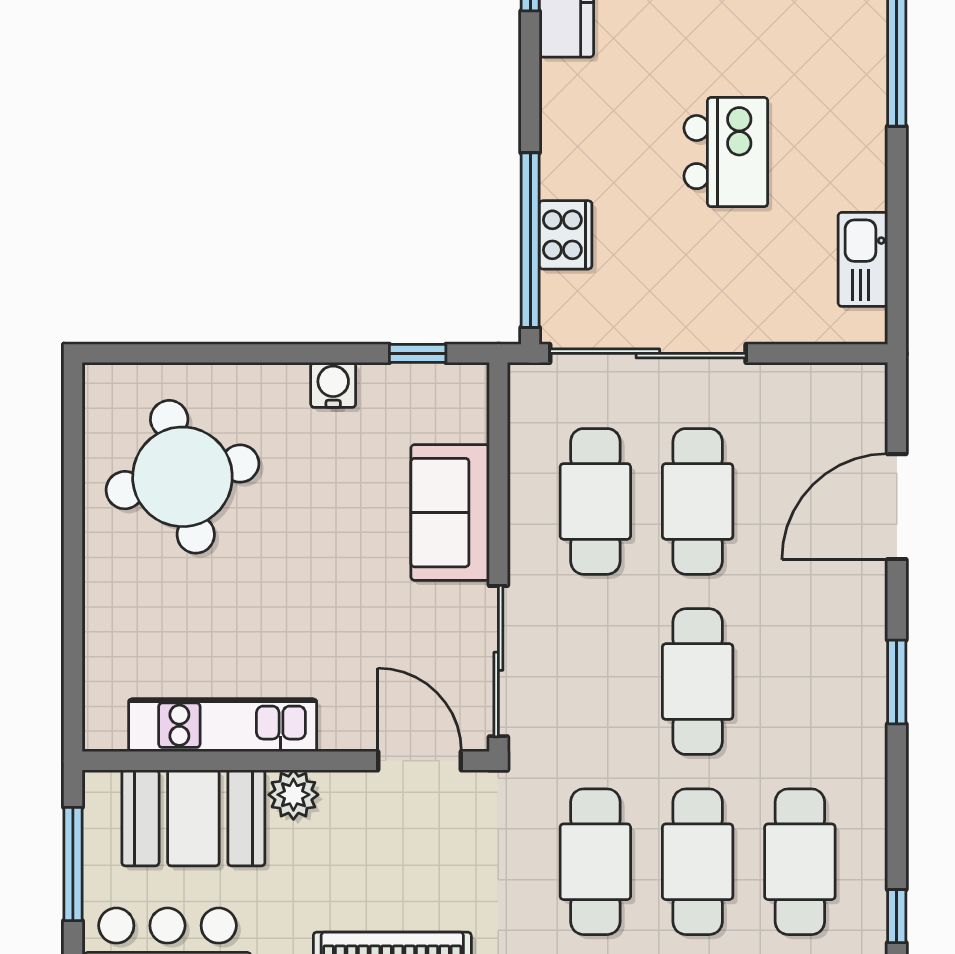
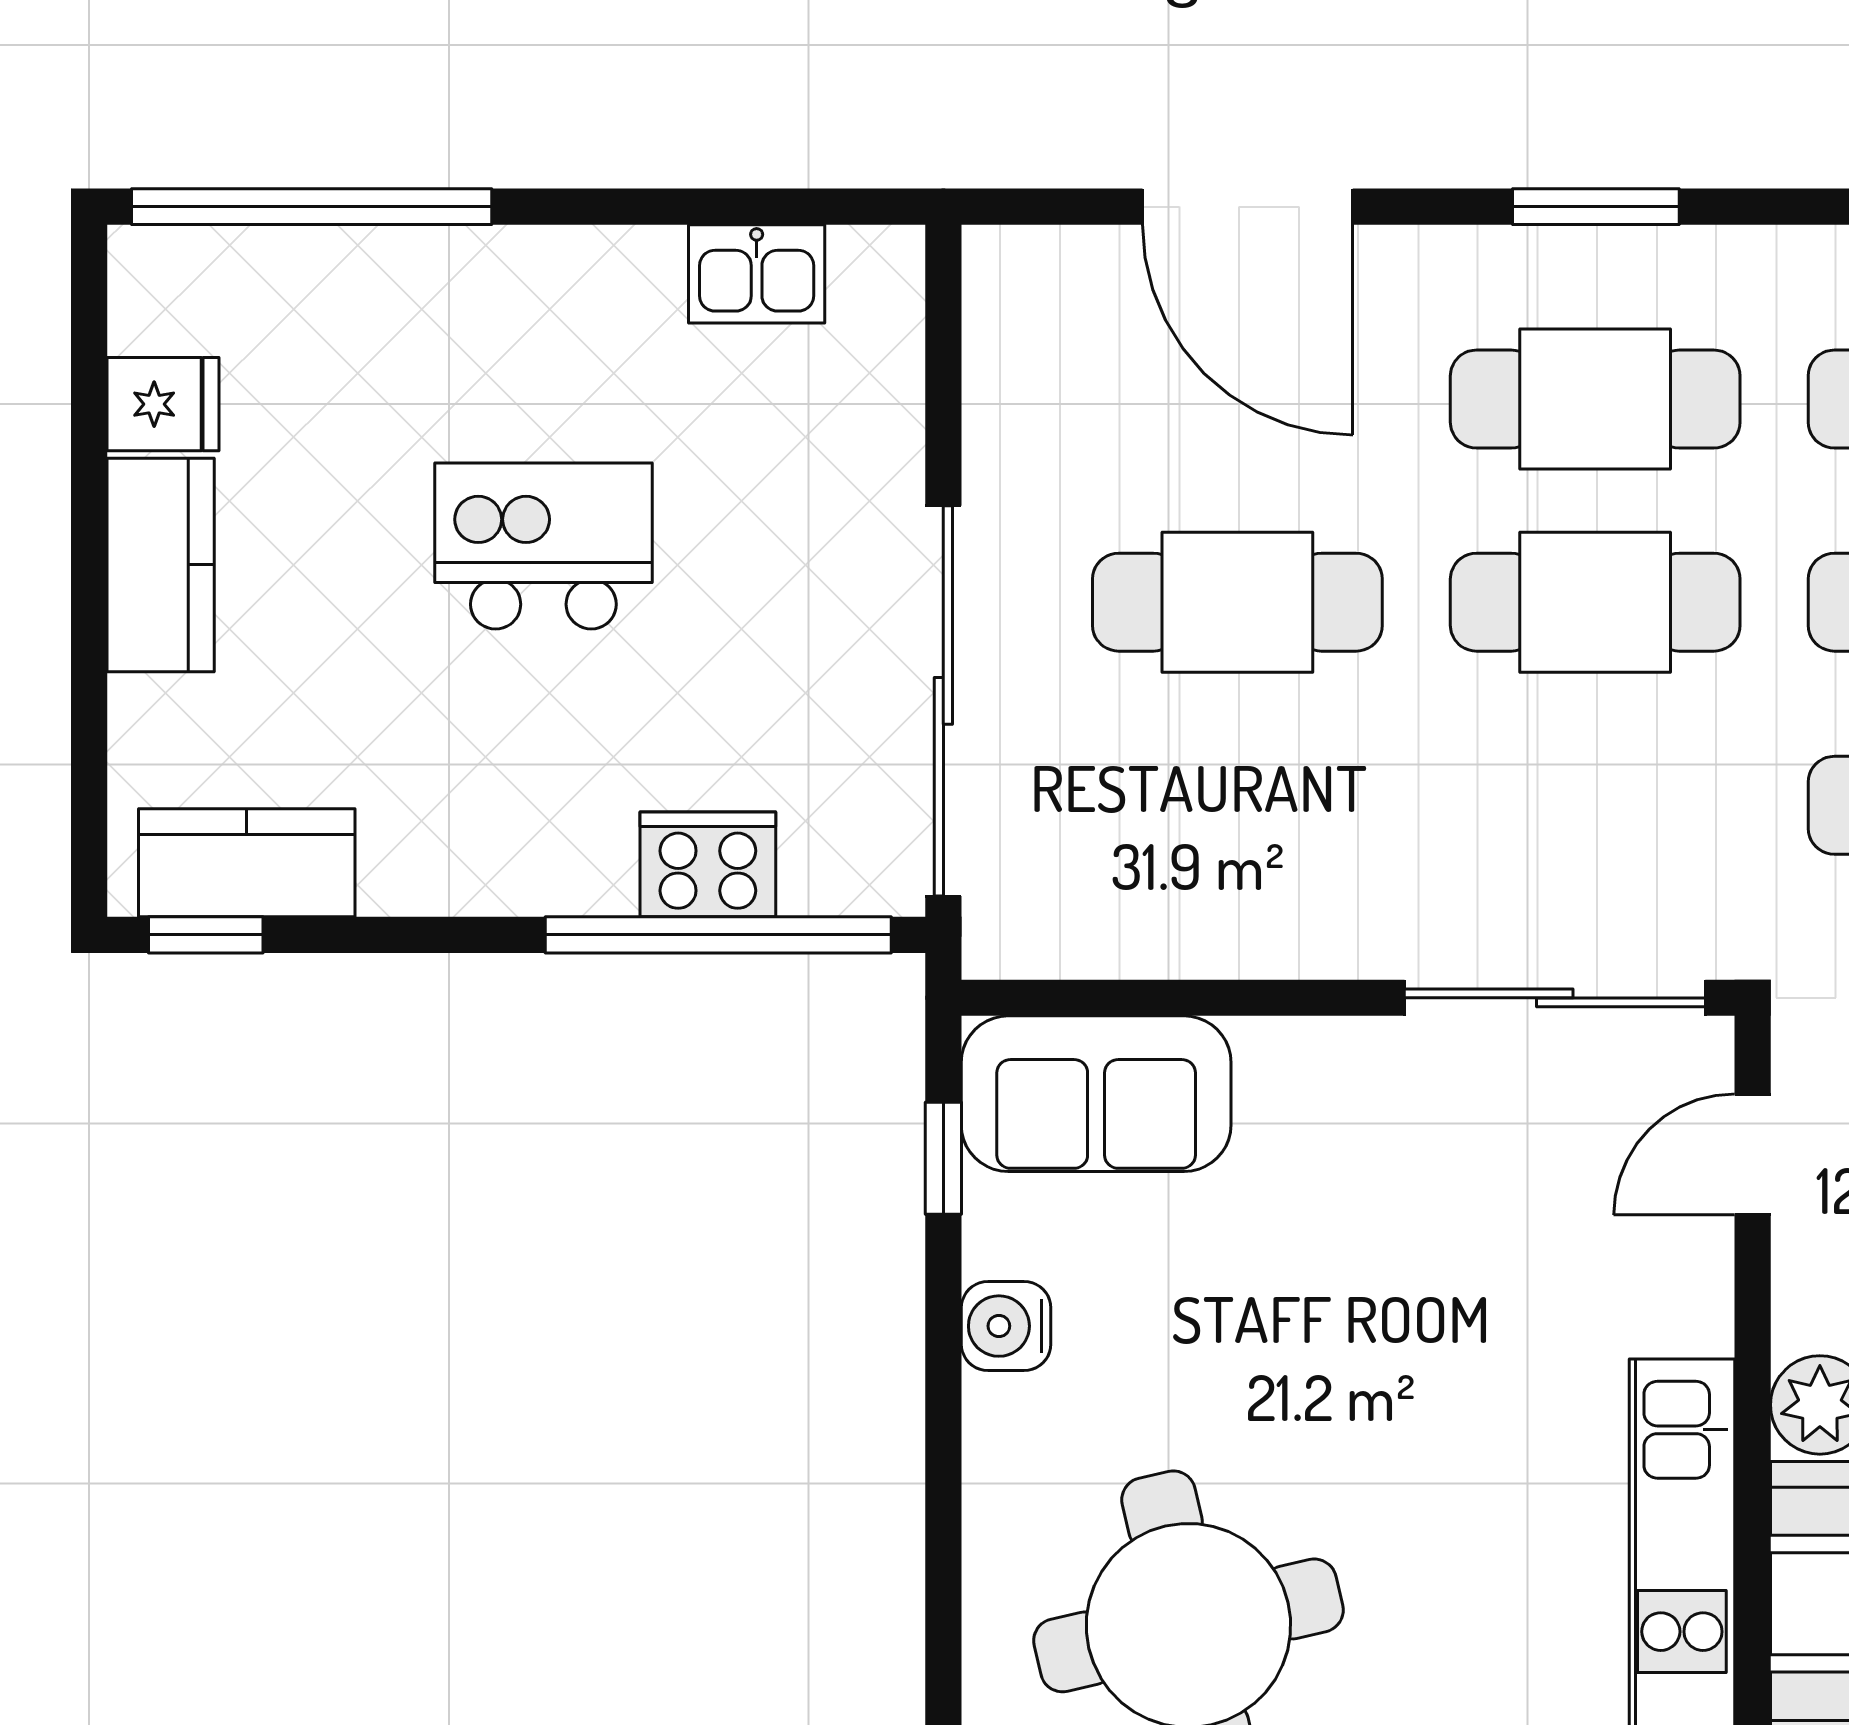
kitchen sink: (863, 259) -> (757, 274), width x0.73
cafe table: (595, 501) -> (1595, 399), moved
sofa: (450, 513) -> (1096, 1094), moved
door: (420, 761) -> (1753, 1155), width x0.73

